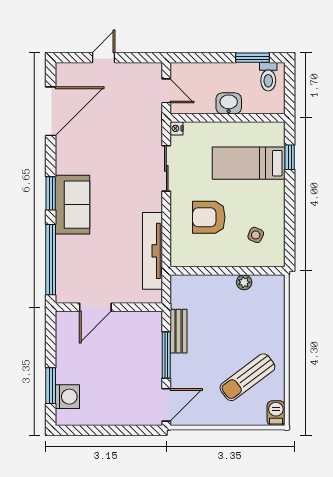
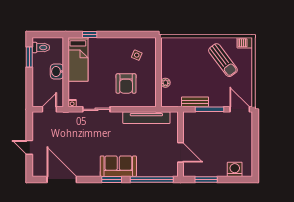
bed: (249, 163) -> (78, 59), moved
plant: (244, 282) -> (165, 83), moved
window: (51, 386) -> (206, 179), moved

